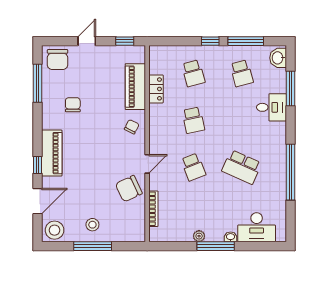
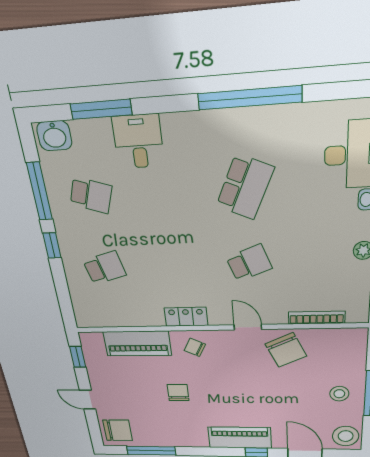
school desk: (242, 73) -> (91, 195), turned 33
locker: (156, 89) -> (186, 317), moved
chair: (73, 105) -> (178, 393), moved, turned 90
school desk: (193, 120) -> (175, 265), removed

